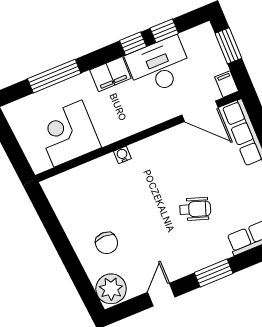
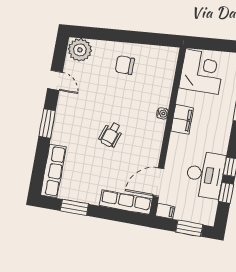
filing cabinet: (110, 74) -> (182, 119), moved, turned 180
corner desk: (68, 134) -> (202, 72), moved
wheelchair: (195, 209) -> (111, 134), moved
chair: (107, 243) -> (125, 65), moved

